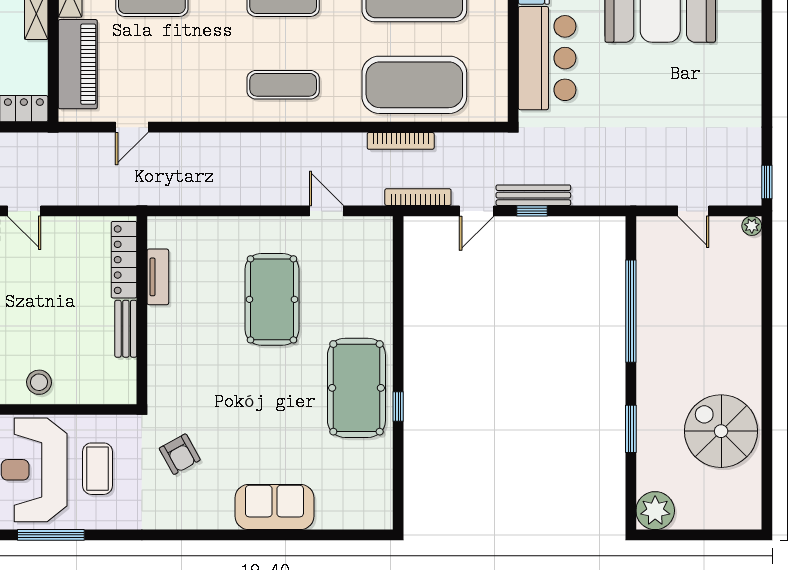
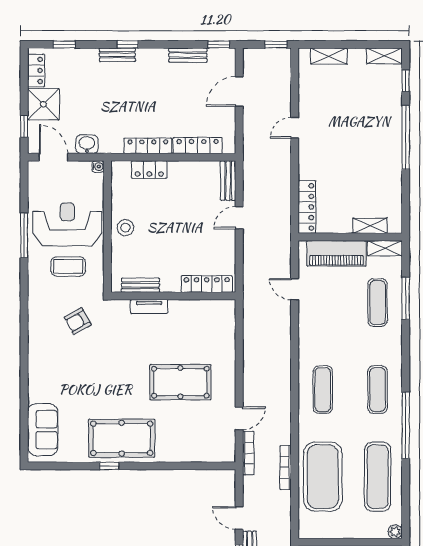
bookcase: (418, 197) -> (248, 453), moved
tv unit: (158, 277) -> (149, 306), moved
bench: (126, 329) -> (140, 285), moved
sofa: (274, 507) -> (43, 430), moved

